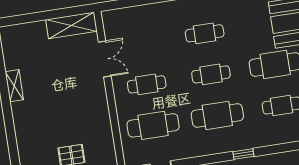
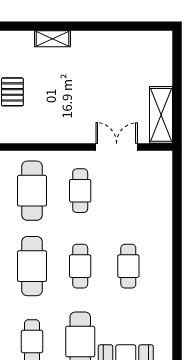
double door: (105, 59) -> (117, 147), swing flipped
shelving: (14, 86) -> (53, 39), moved

